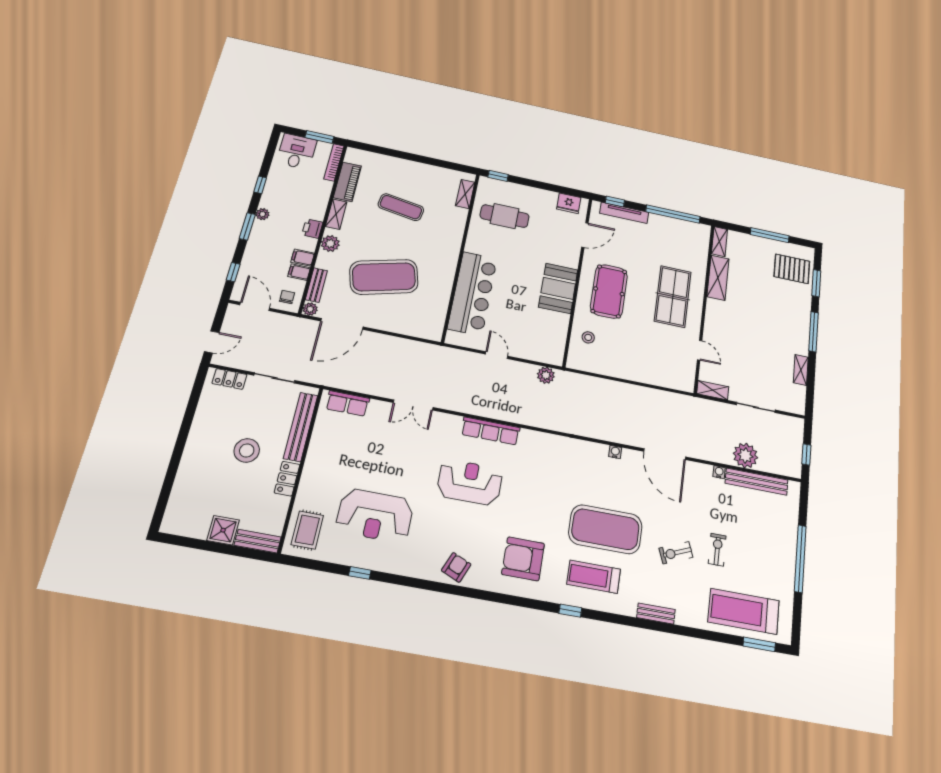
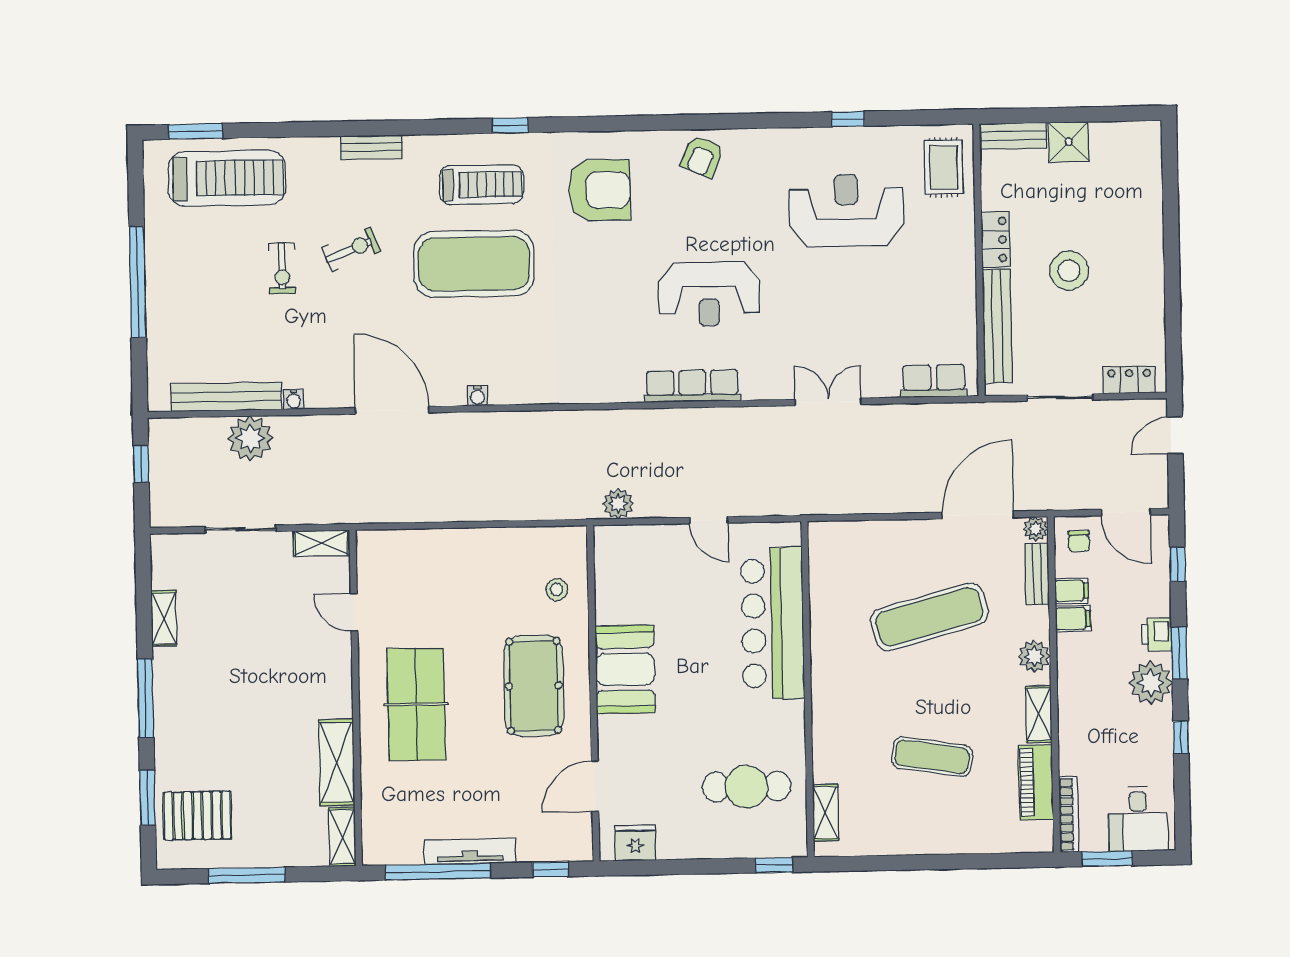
tv unit: (624, 213) -> (470, 851), moved
plant: (263, 214) -> (1151, 683), width x1.88, depth x1.88
printer: (312, 229) -> (1157, 634), moved, turned 180
exercise mat: (384, 277) -> (929, 617), width x0.68

